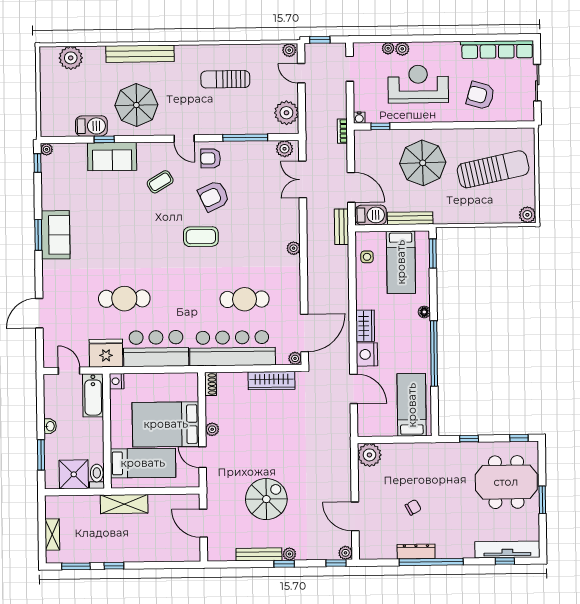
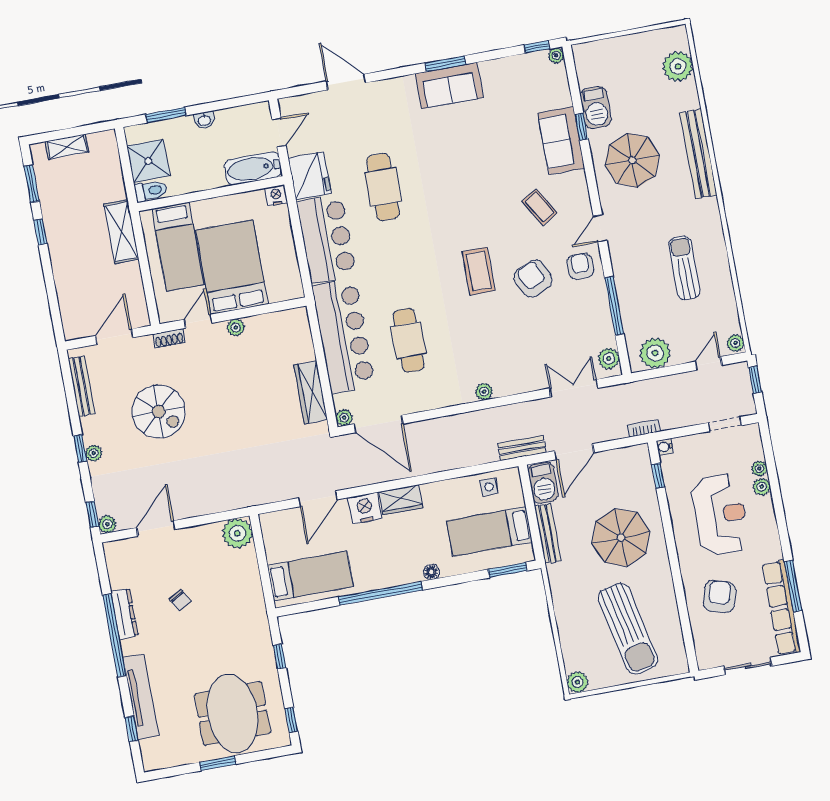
window: (482, 38) -> (793, 586), added
shoe rack: (211, 384) -> (169, 338), moved
tv unit: (507, 549) -> (141, 697), moved
bench: (259, 554) -> (81, 386), moved

